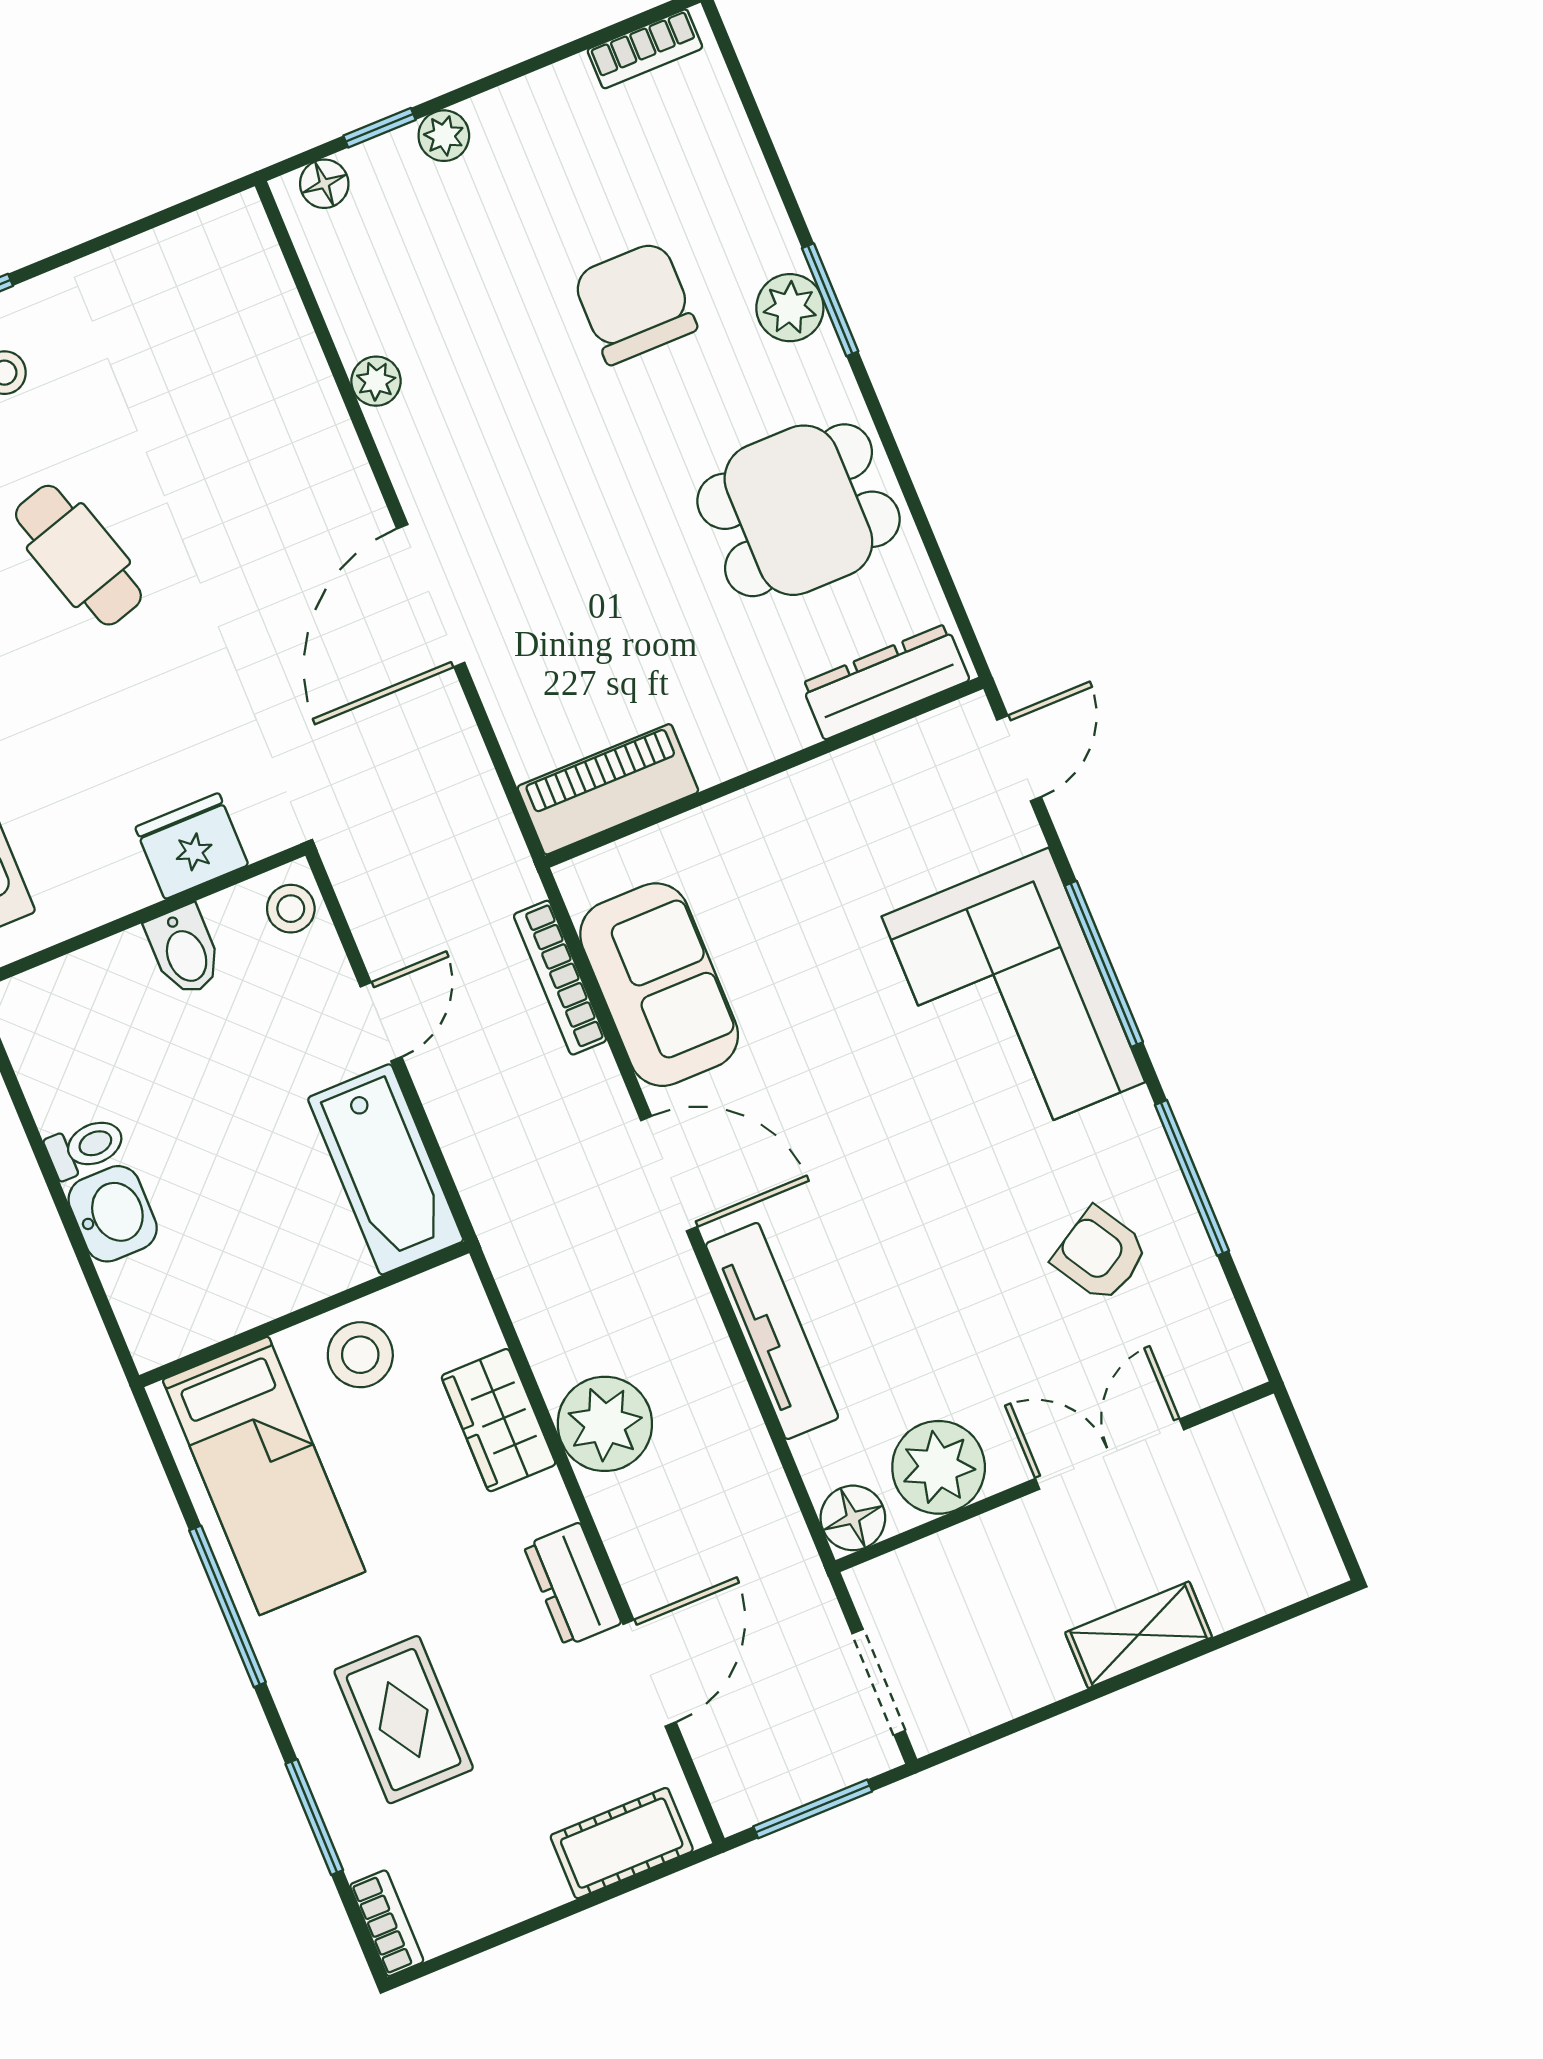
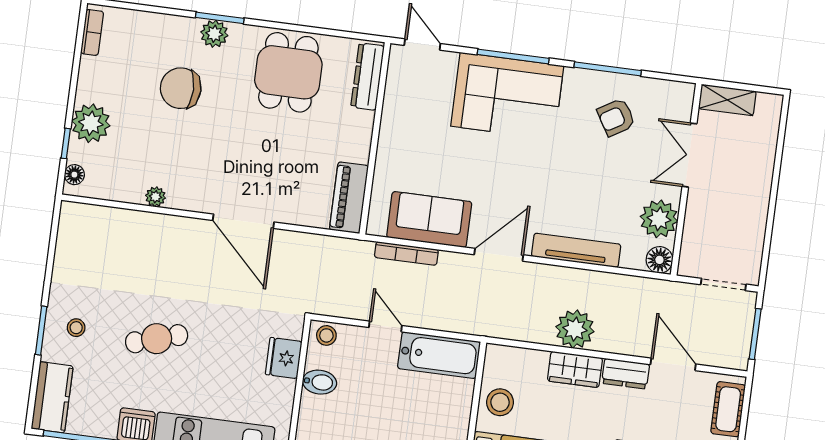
plant: (444, 136) -> (91, 123), width x1.87, depth x1.87
wardrobe: (499, 1420) -> (575, 369), moved
shelving: (1139, 1635) -> (727, 100), moved, turned 90

